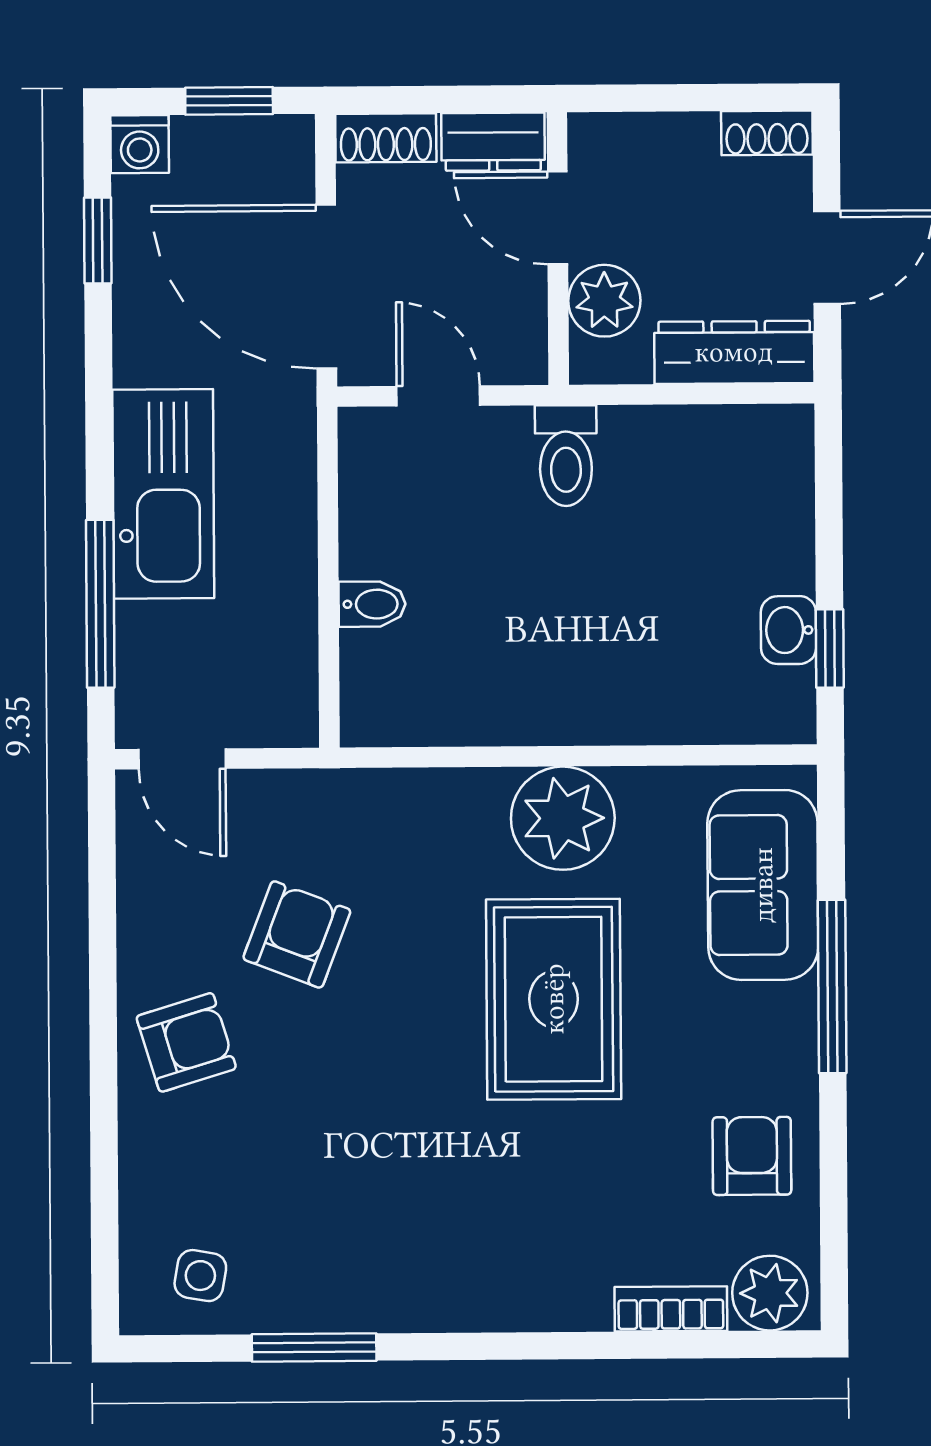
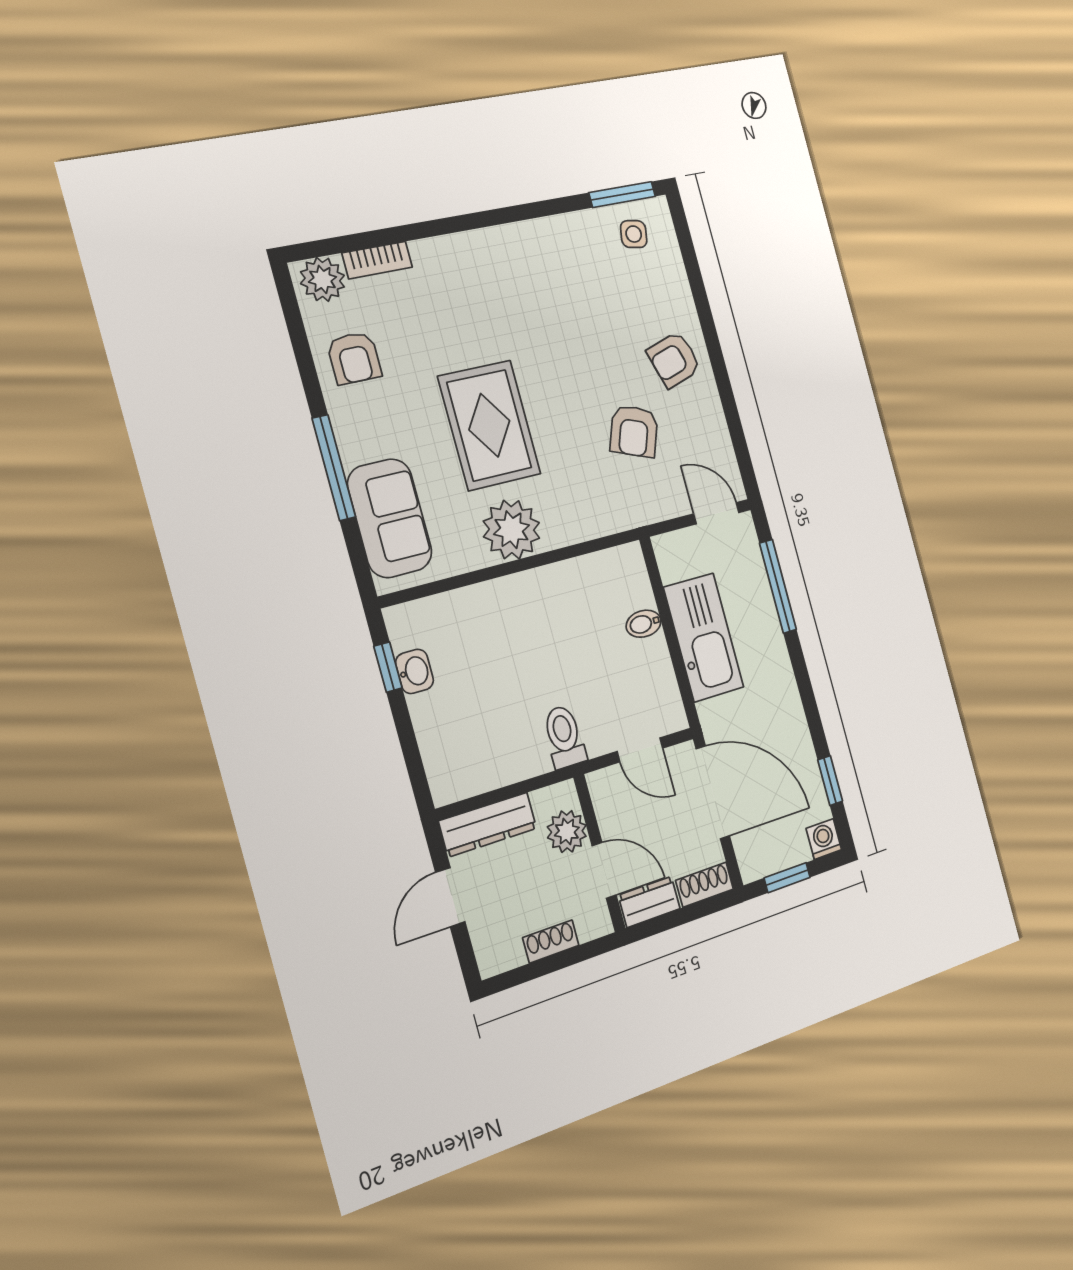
shoe rack: (767, 133) -> (551, 941), moved
kitchen sink: (163, 494) -> (704, 637), moved, turned 180
window: (314, 1347) -> (622, 195), moved

